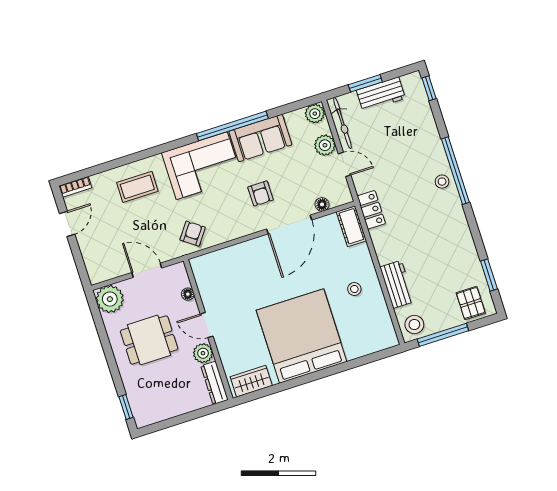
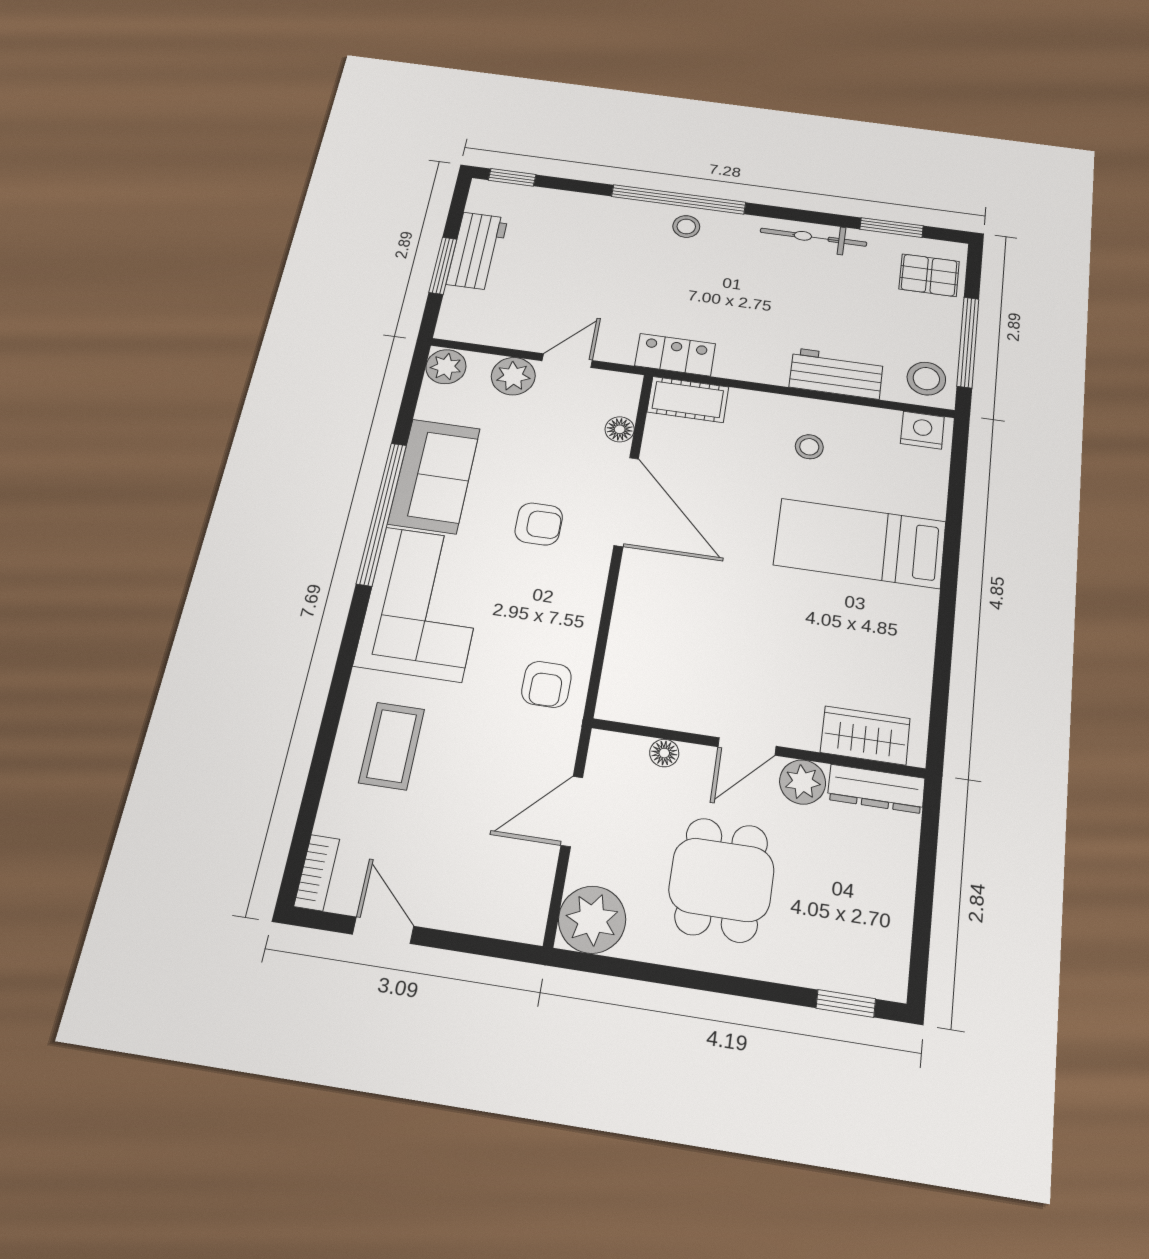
bicycle: (342, 123) -> (813, 237), moved, turned 180
armchair: (193, 234) -> (546, 684), turned -126
nightstand: (387, 334) -> (922, 430), added
bed: (302, 336) -> (860, 543), width x0.49
wardrobe: (251, 381) -> (865, 735), moved, turned 90

